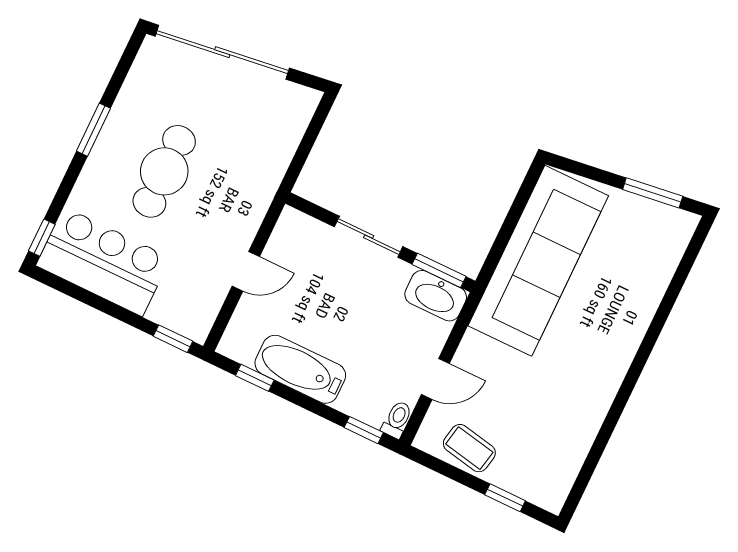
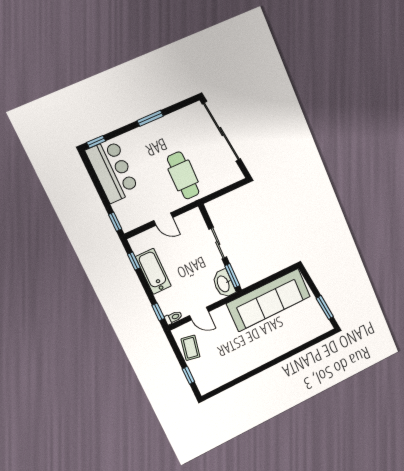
cafe table: (164, 171) -> (183, 175), moved, turned 90

